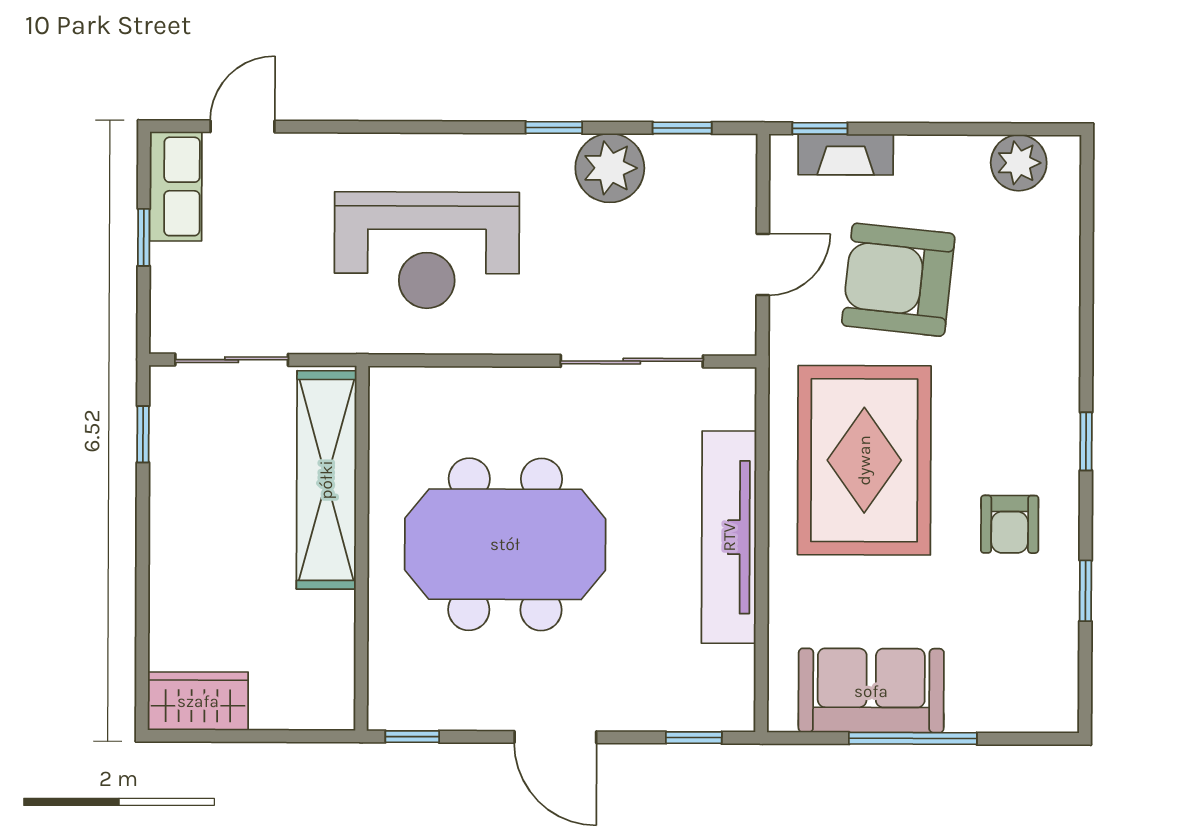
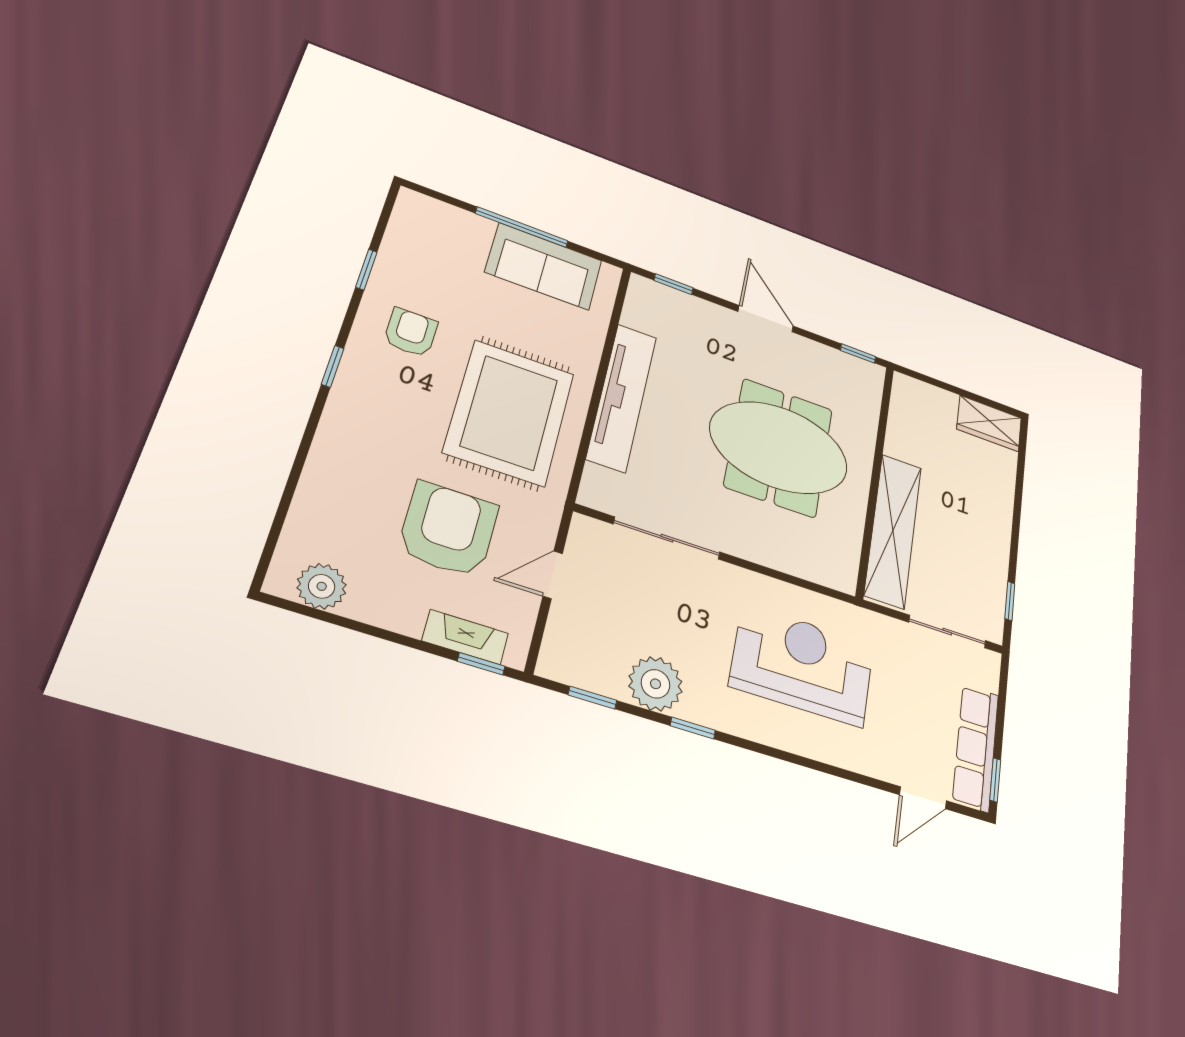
row of seats: (176, 186) -> (976, 748), width x1.48
window: (144, 237) -> (995, 780), moved
armchair: (898, 280) -> (448, 529), turned -96

